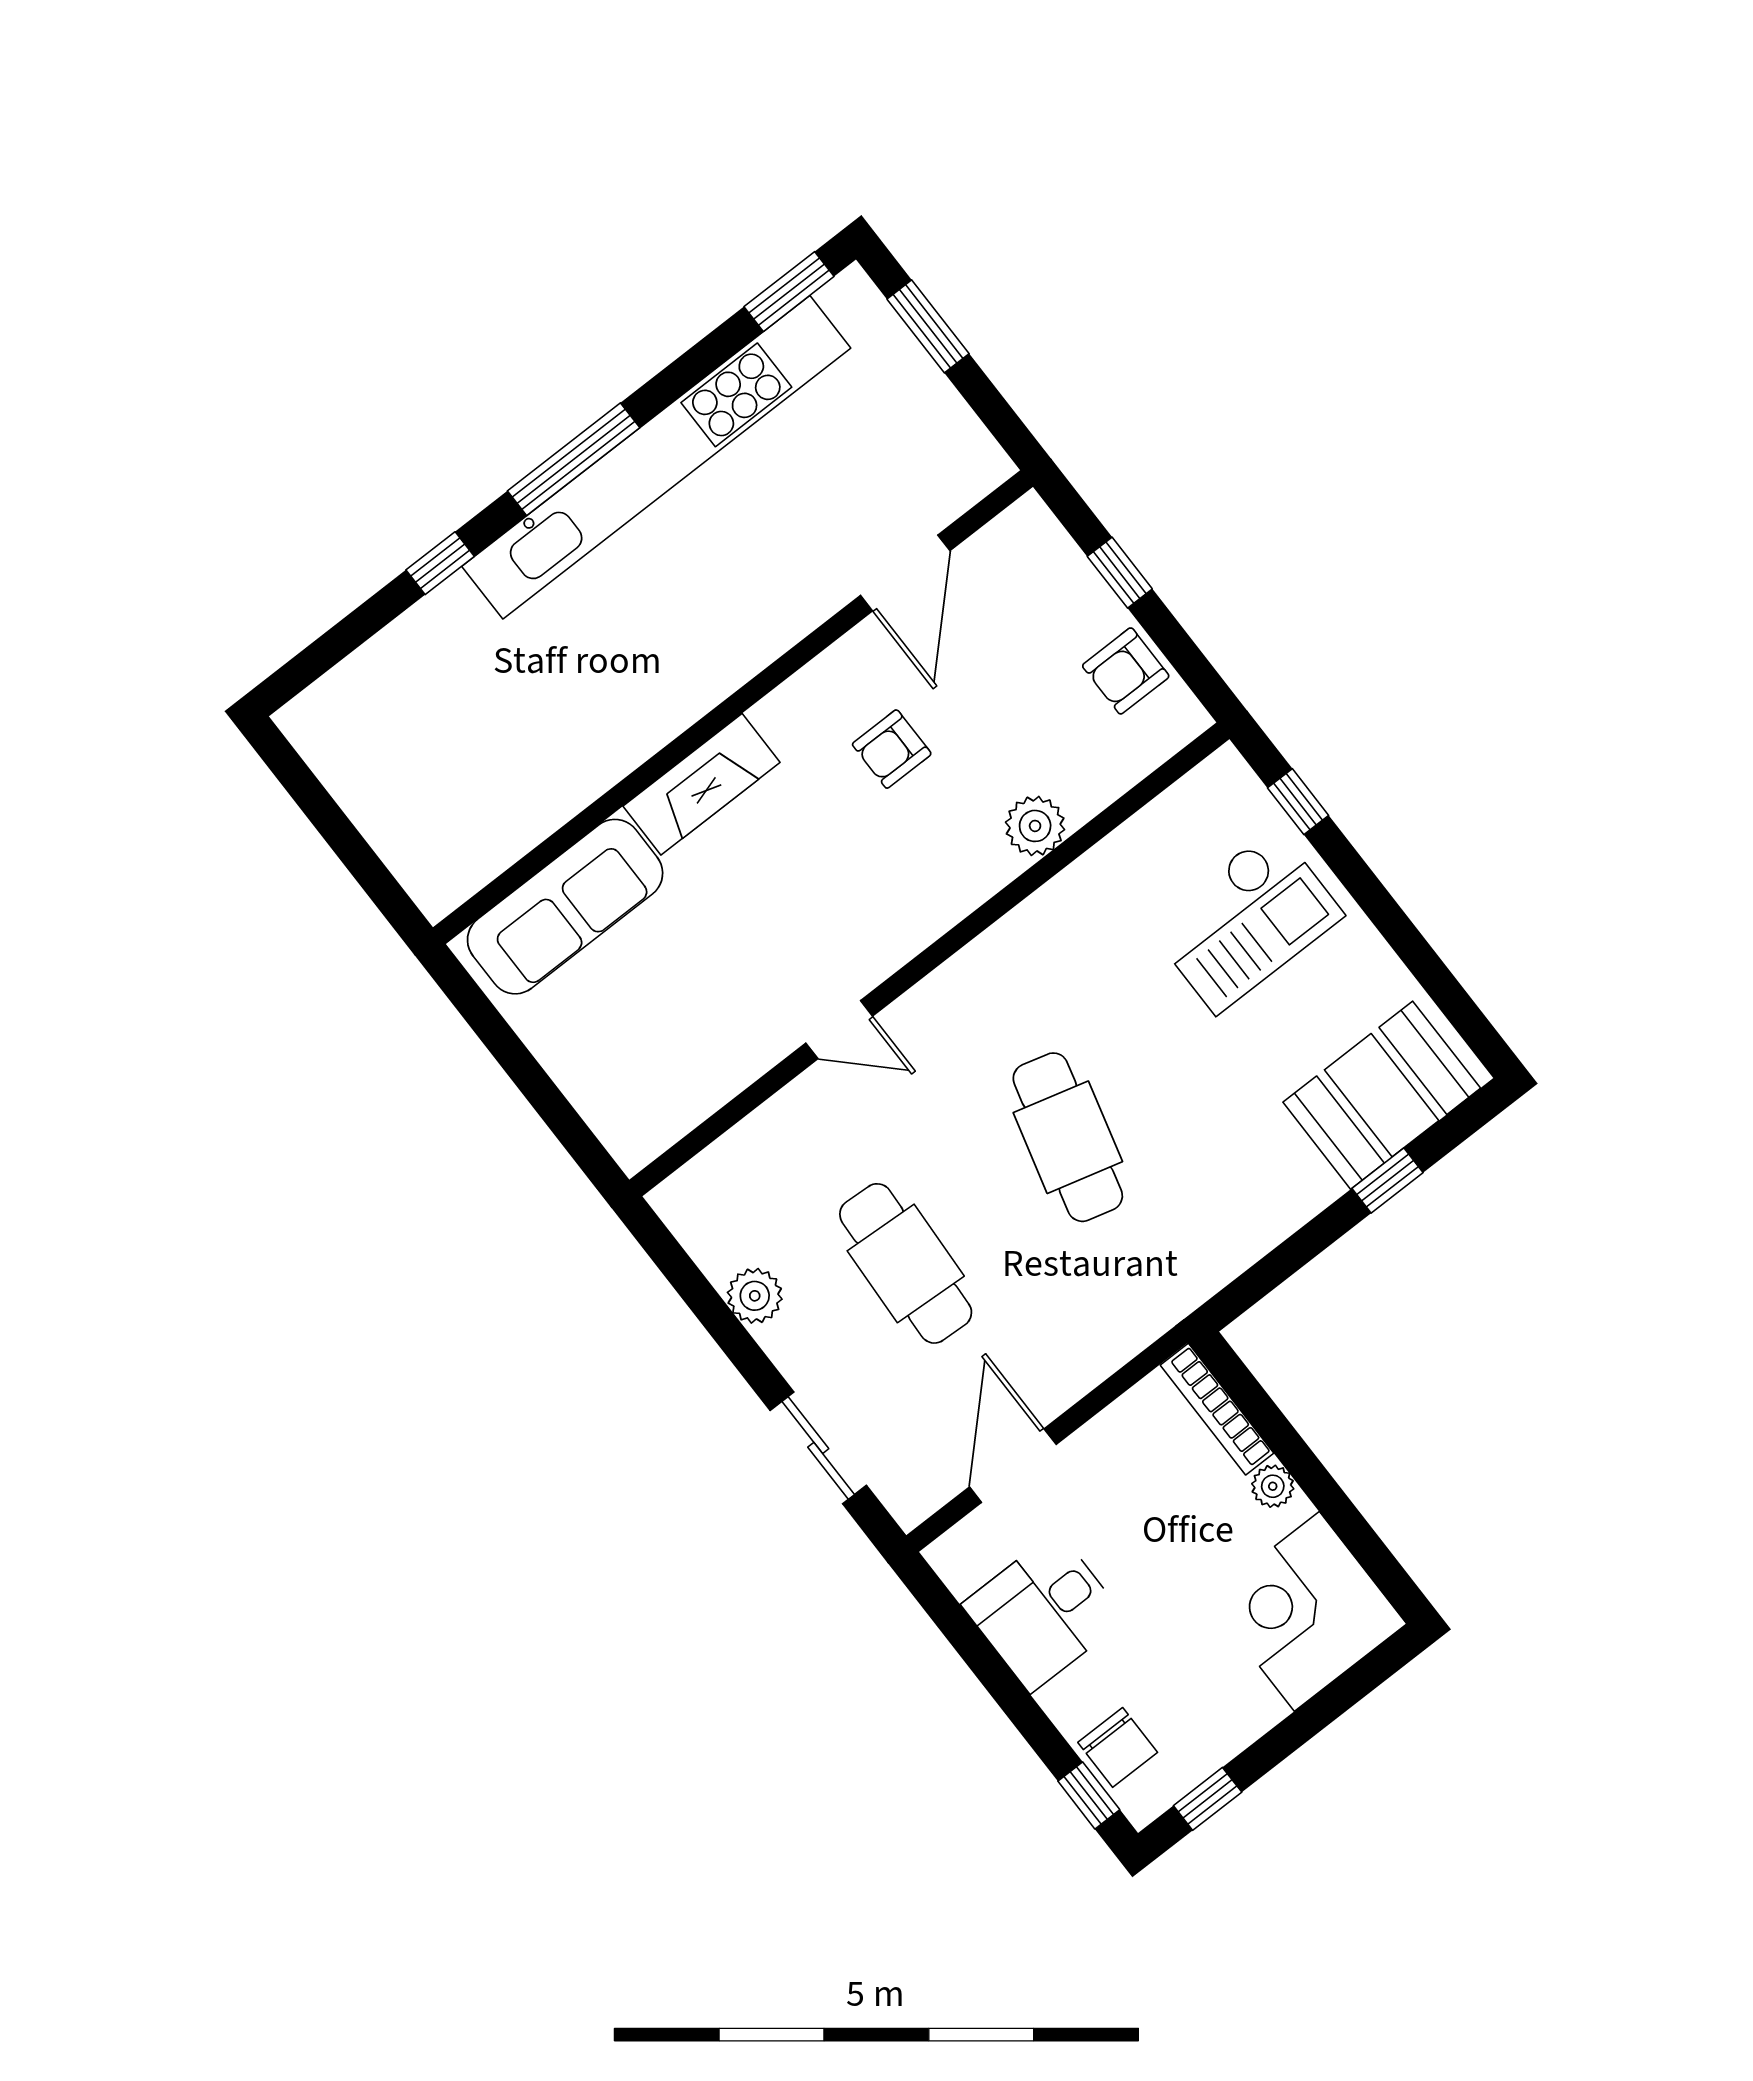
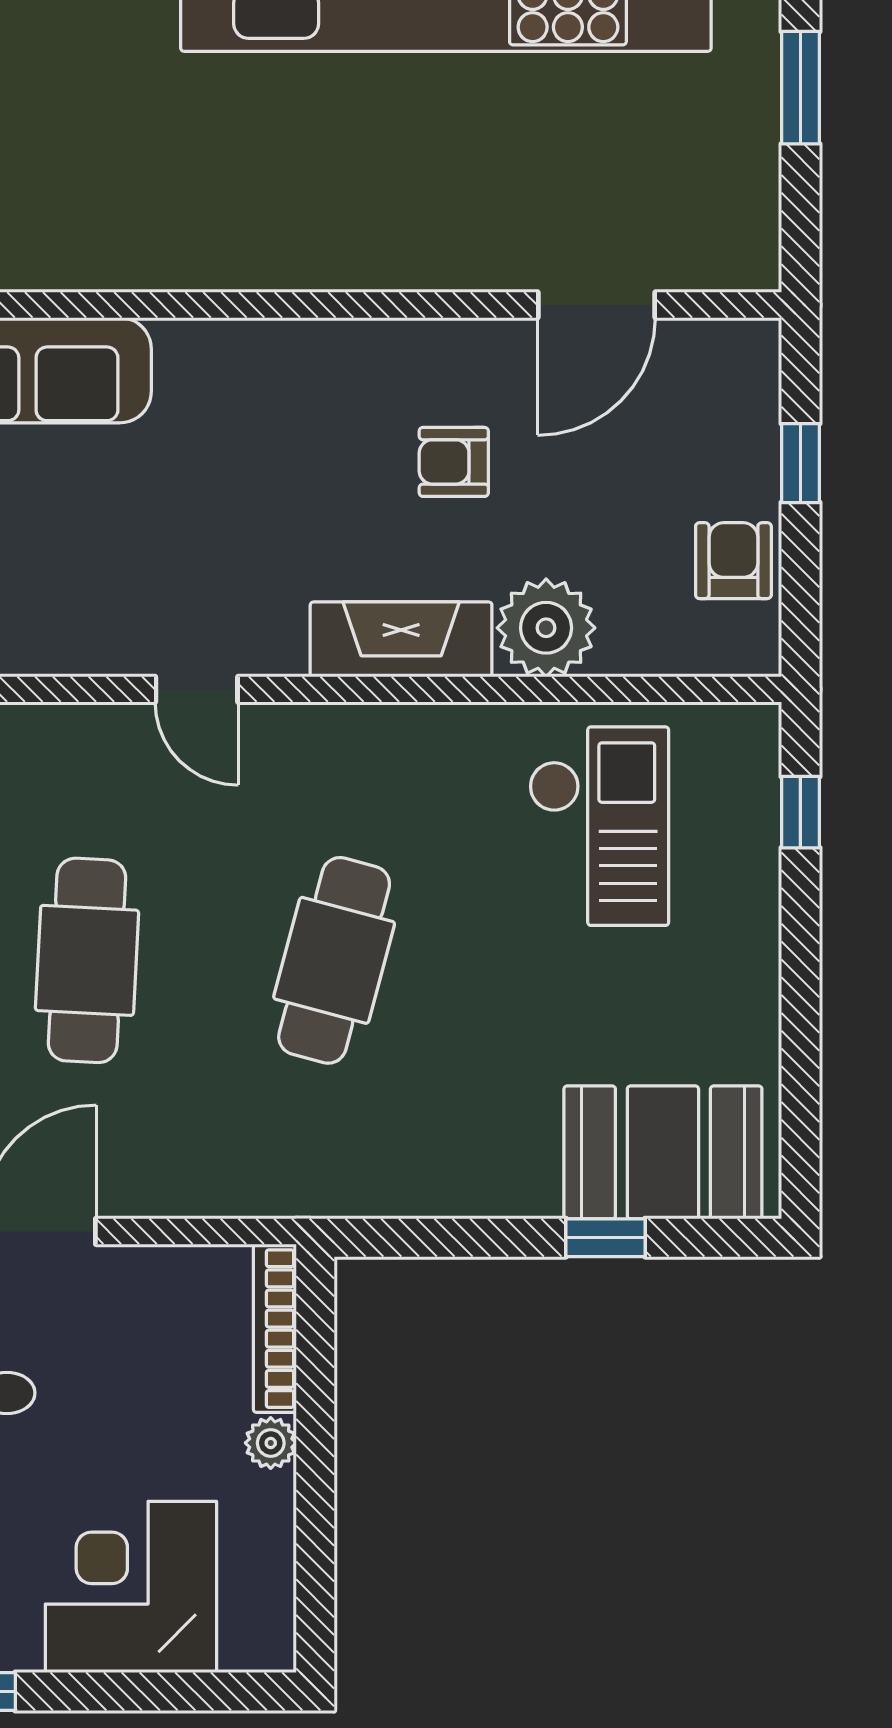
armchair: (1126, 671) -> (733, 561), turned 90
fireplace: (702, 784) -> (401, 639), moved, turned 180
plant: (1035, 826) -> (546, 628), width x1.36, depth x1.36
checkout: (1245, 920) -> (599, 826), moved, turned -90
corner desk: (1307, 1611) -> (131, 1587), moved

